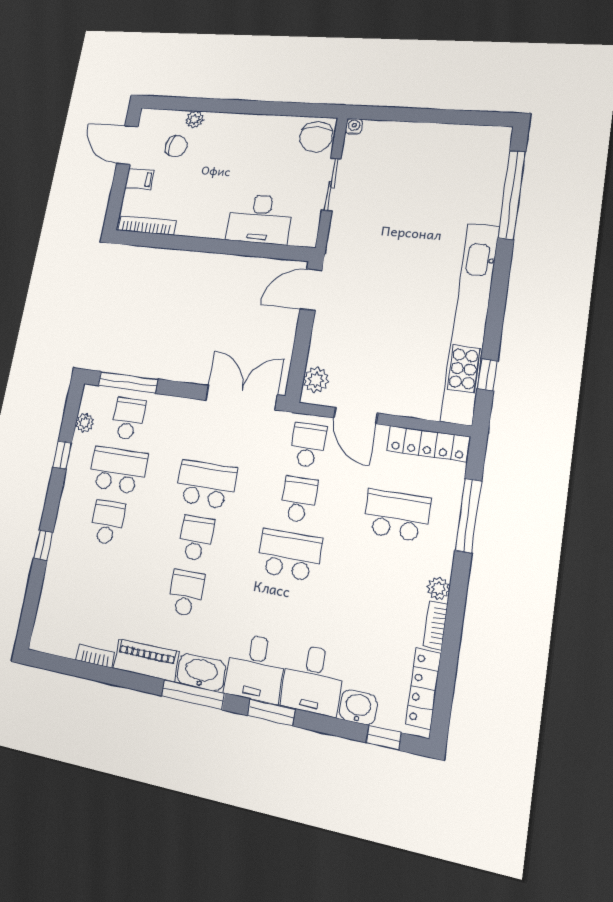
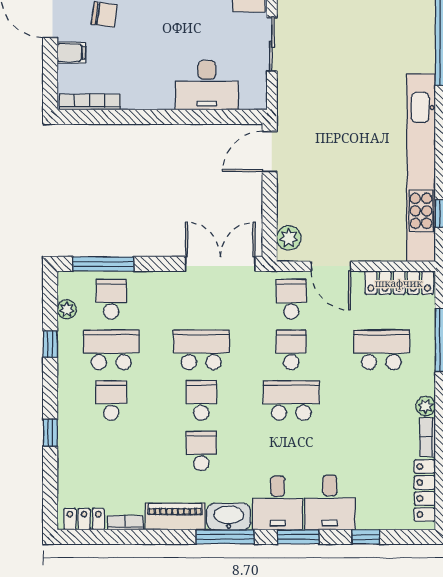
locker: (56, 643) -> (84, 519), added
washbasin: (358, 707) -> (373, 517), removed
window: (384, 738) -> (366, 537), moved

